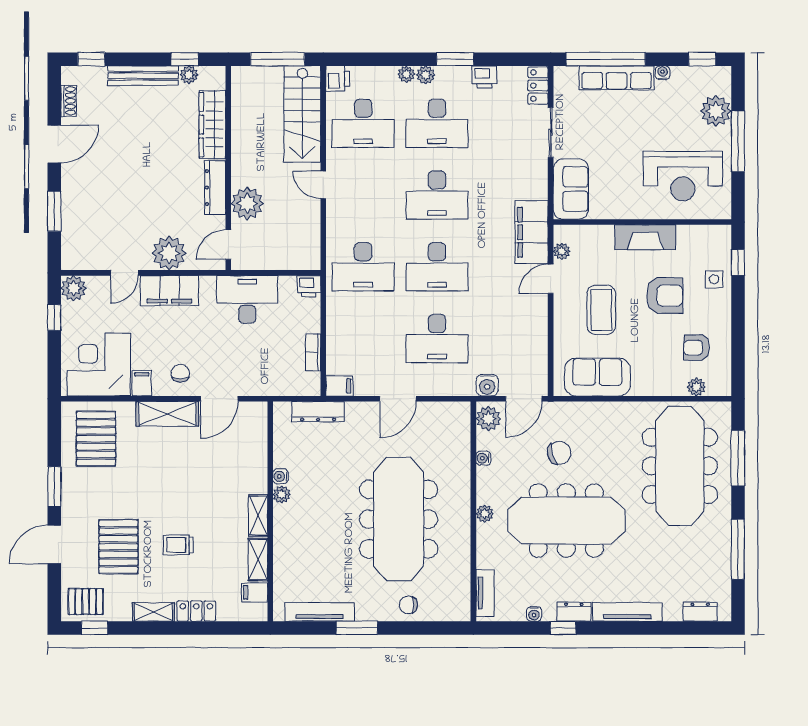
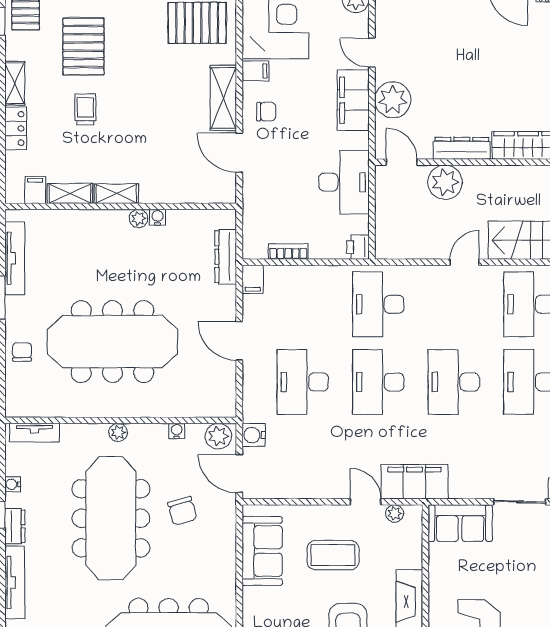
pallet: (118, 547) -> (83, 46), turned 90

